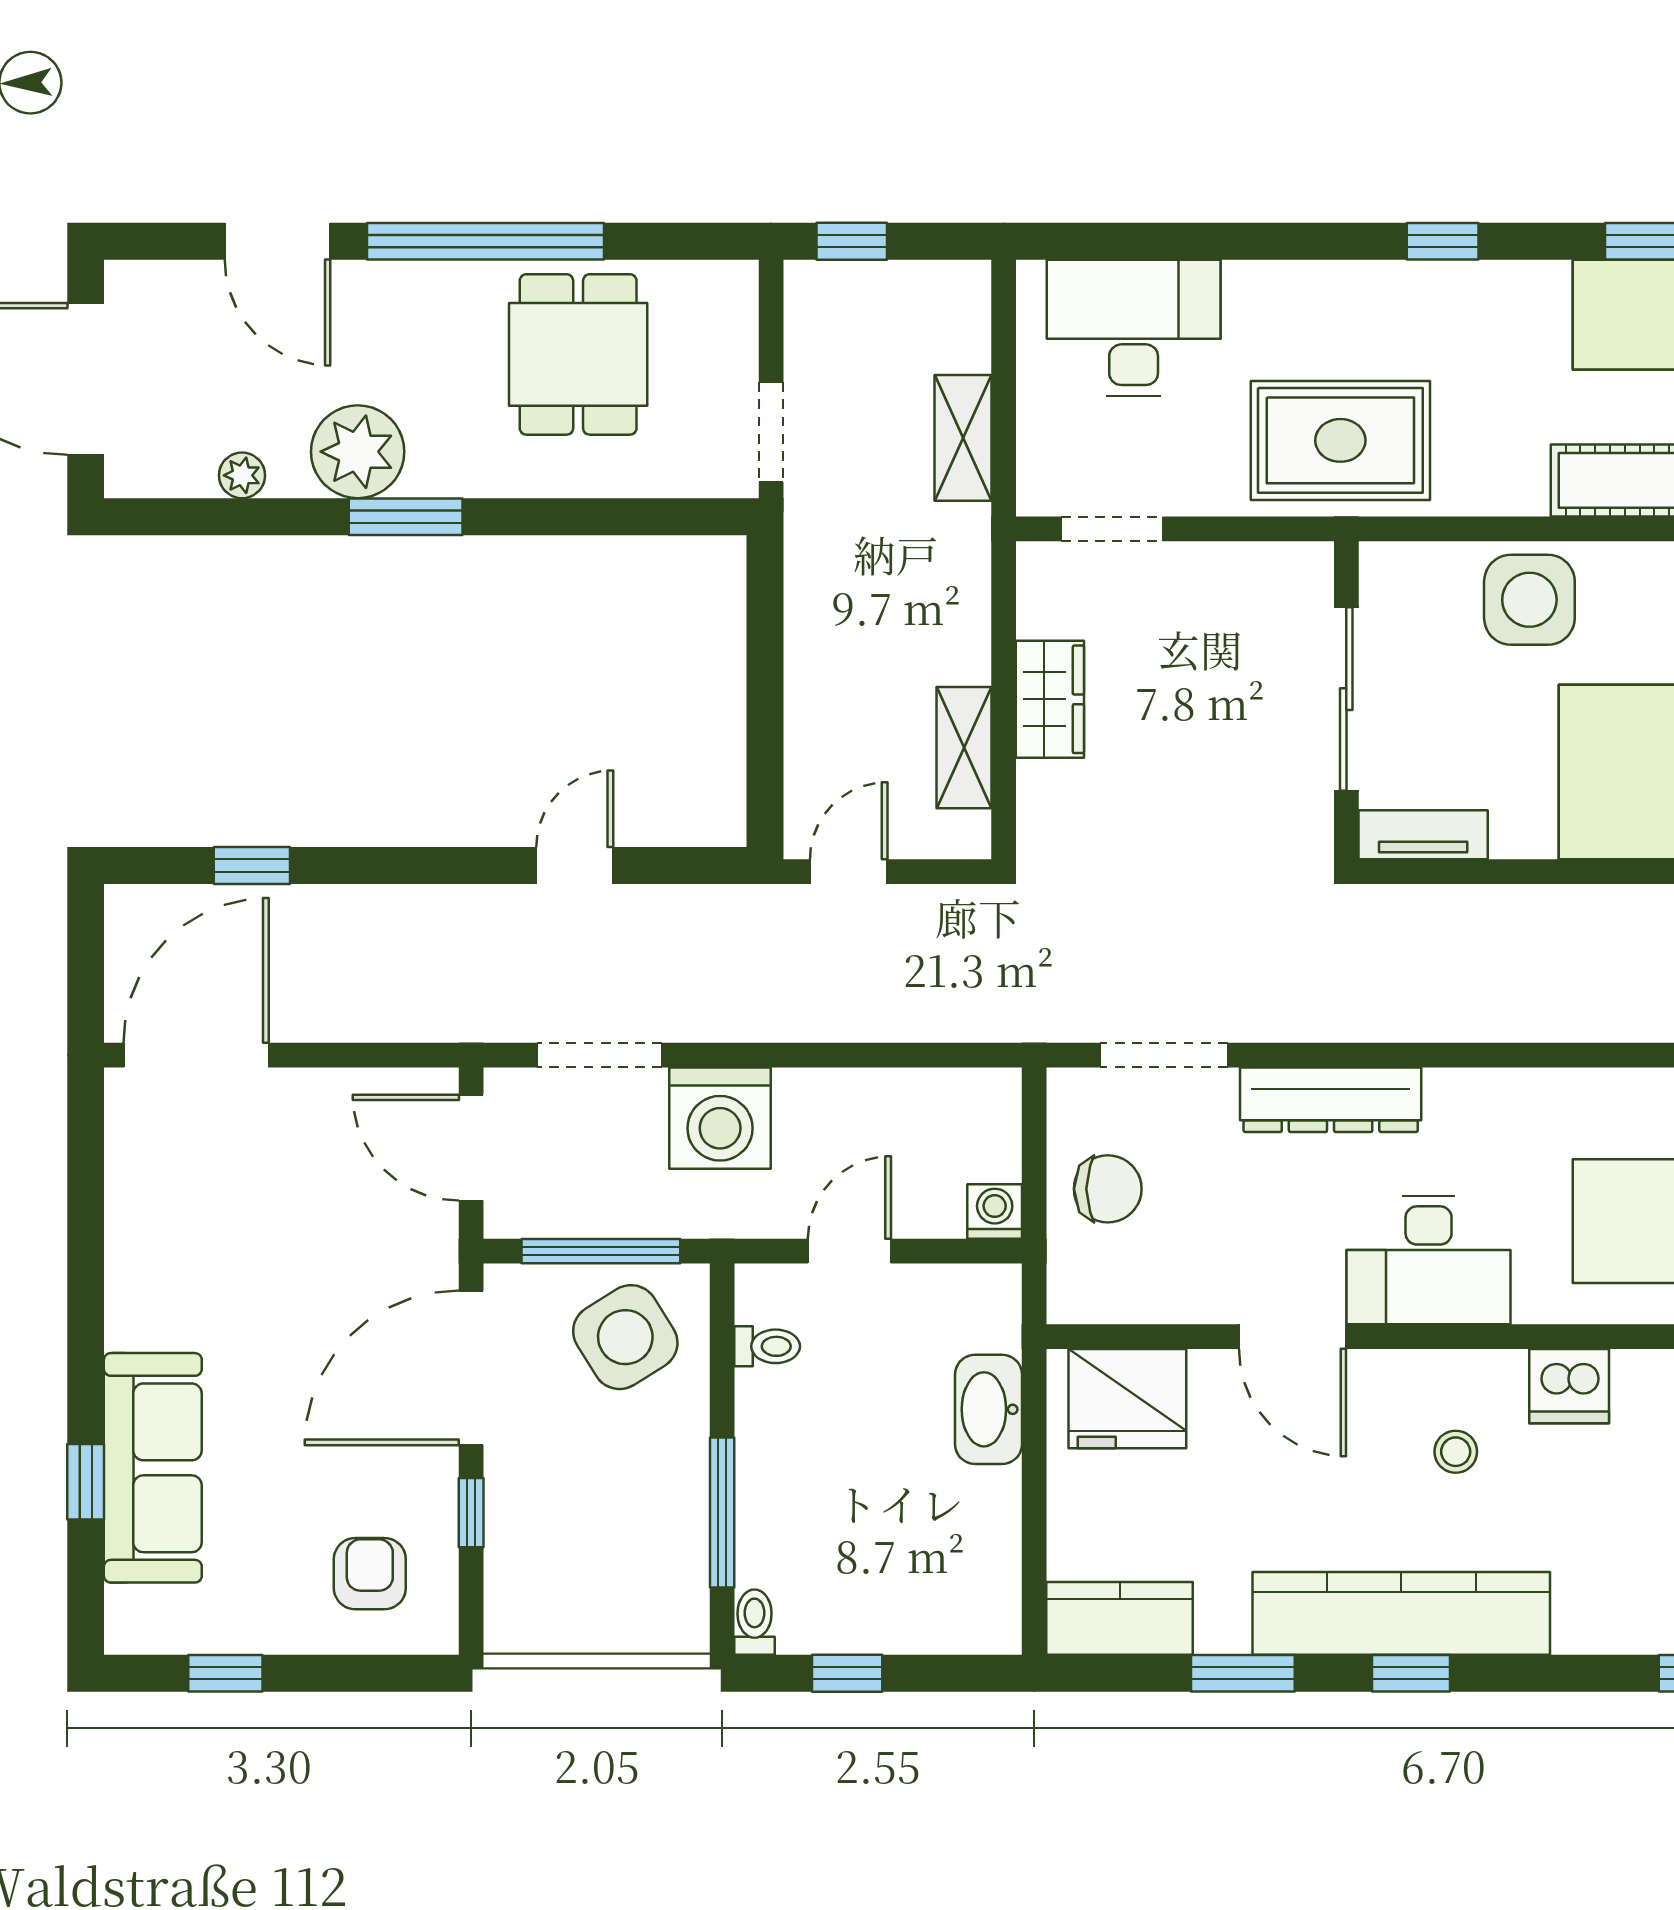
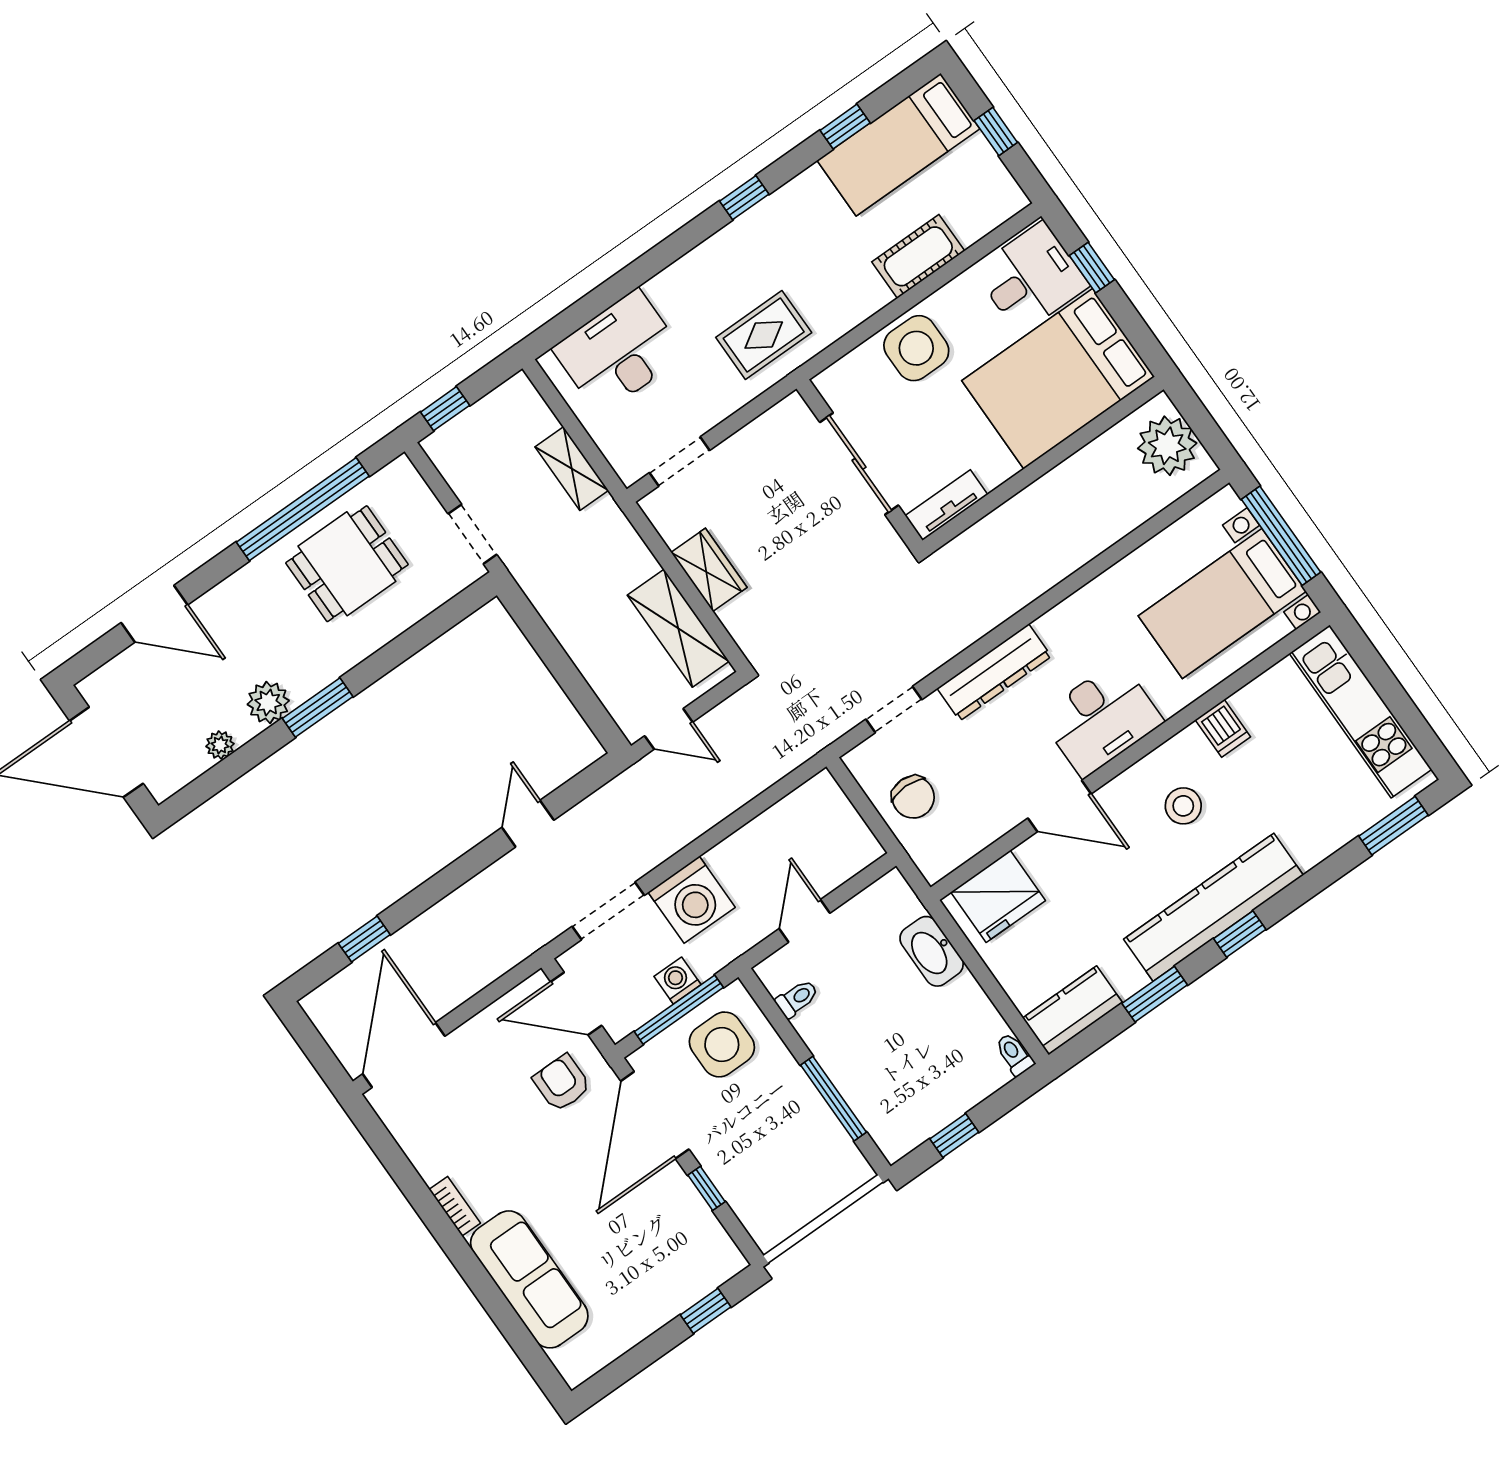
window: (486, 241) -> (303, 509), moved
dining table: (578, 354) -> (347, 564), turned 90
rug: (1340, 440) -> (764, 335), width x0.73, depth x0.70
plant: (358, 452) -> (268, 702), width x0.73, depth x0.73
shelving: (964, 748) -> (678, 628), width x1.50, depth x1.33
door: (849, 872) -> (669, 729), swing flipped
doorway: (1164, 1055) -> (894, 709), width x0.73
chair: (1108, 1189) -> (913, 797), turned 90
washing machine: (995, 1211) -> (677, 981), moved
bookcase: (122, 1302) -> (455, 1206), added
side table: (625, 1337) -> (722, 1044), turned 32
dishwasher: (1569, 1386) -> (1223, 728), width x0.73
stool: (1456, 1452) -> (1183, 806), width x1.37, depth x1.37
window: (86, 1482) -> (500, 1310), removed
armchair: (370, 1574) -> (562, 1083), moved
toilet: (754, 1622) -> (1014, 1054), moved
window: (225, 1673) -> (706, 1311), moved

